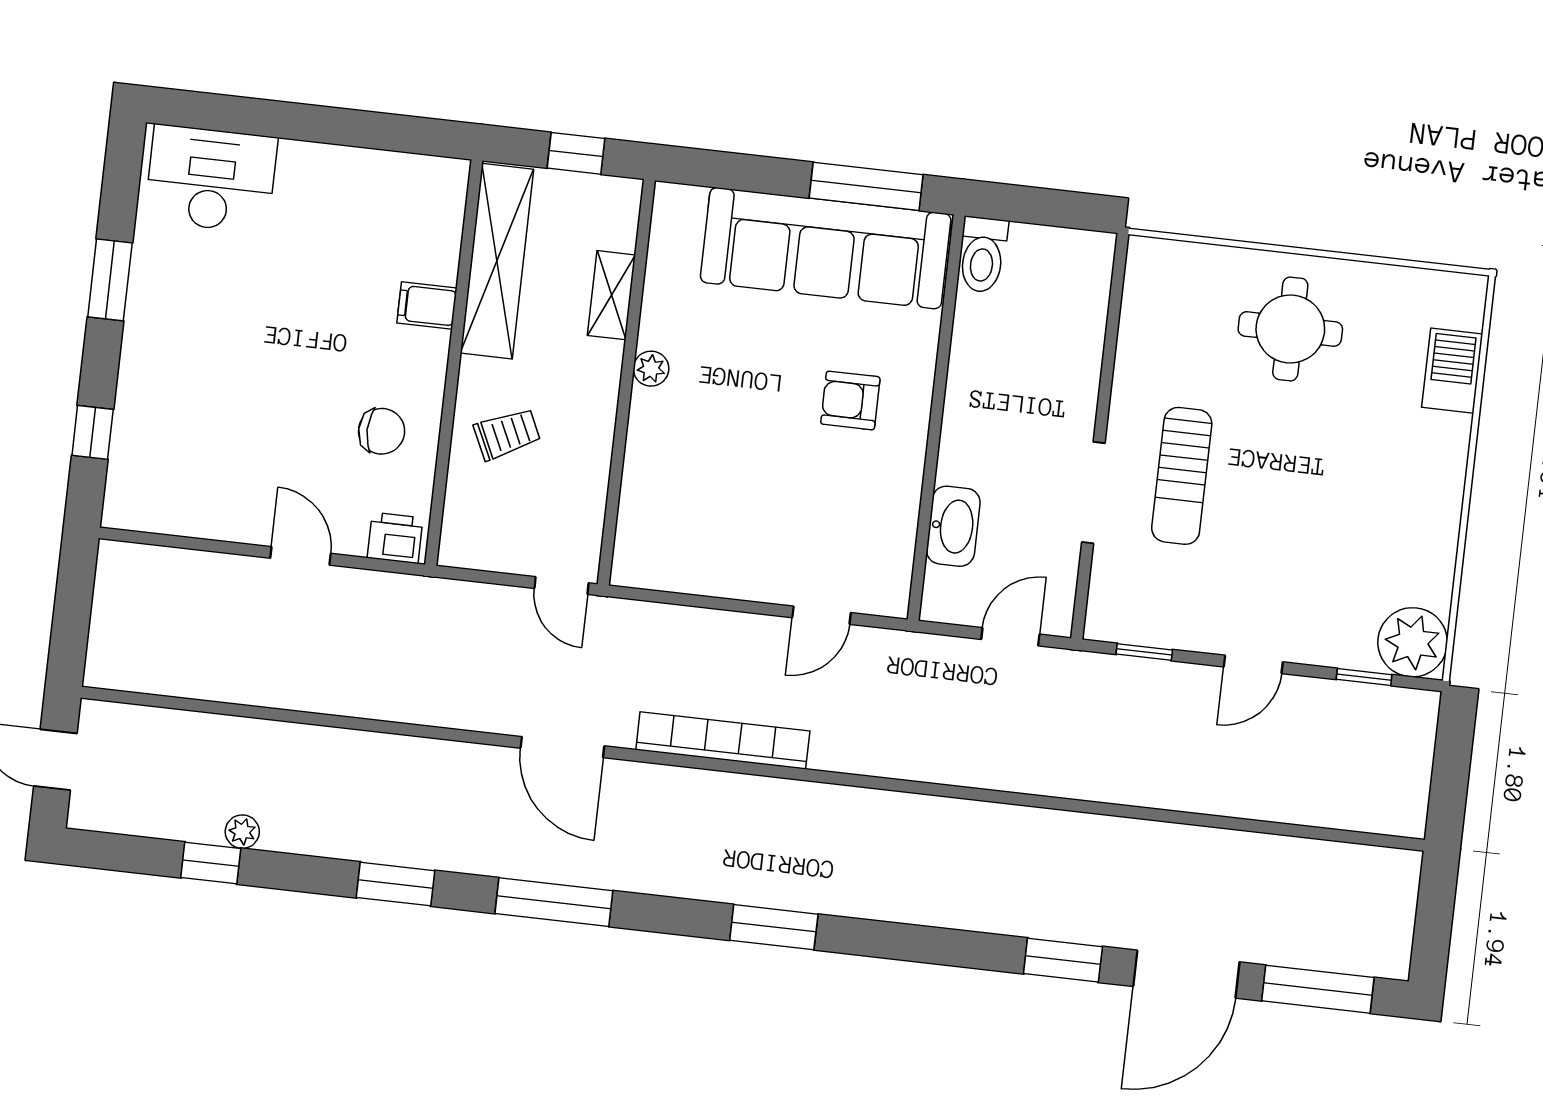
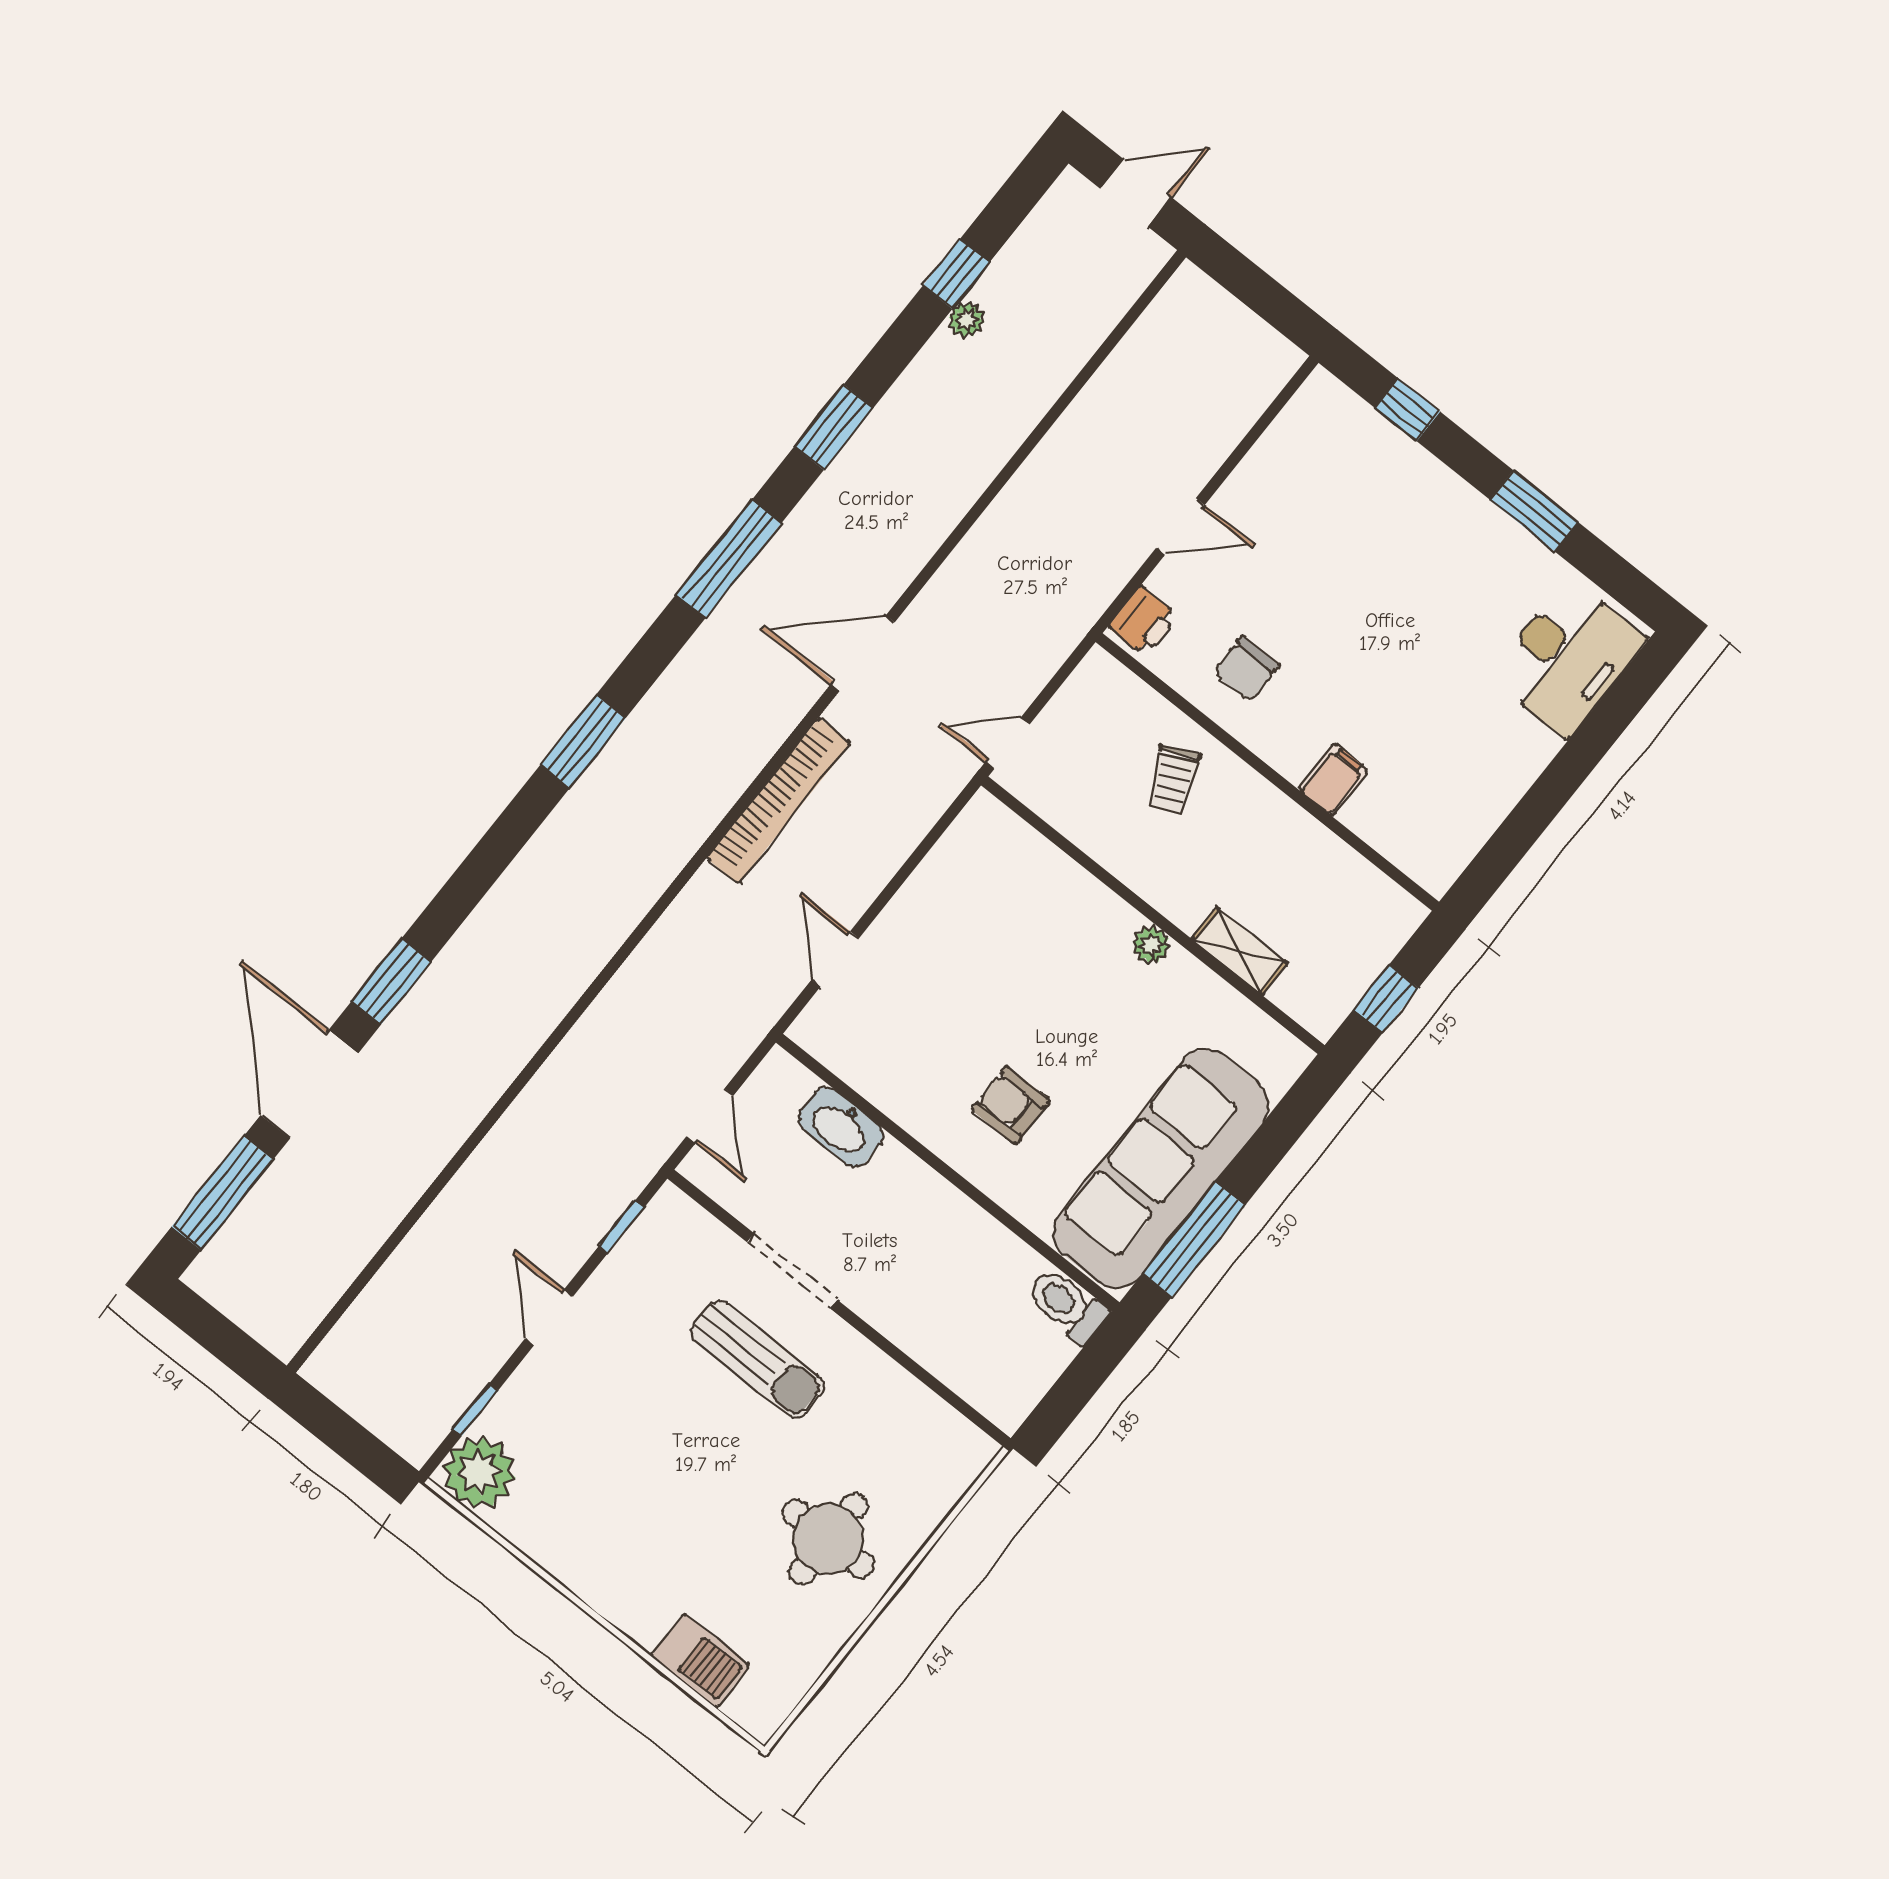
shelving: (497, 261) -> (1334, 868), removed
armchair: (850, 400) -> (1011, 1105), turned -90
sun lounger: (1182, 476) -> (758, 1359), turned 180

